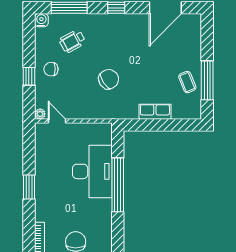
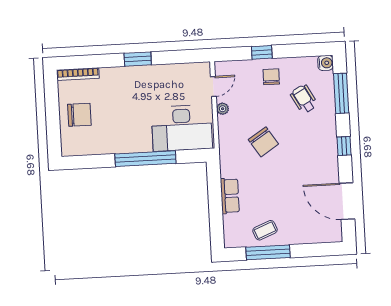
plant: (40, 114) -> (223, 109), moved
desk: (92, 171) -> (182, 128), moved

